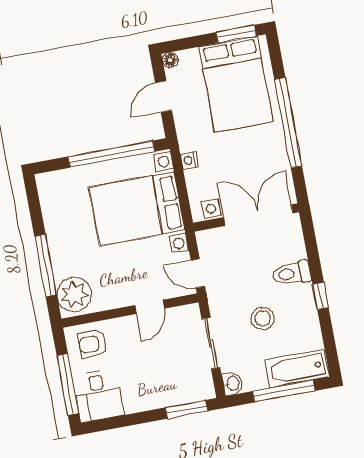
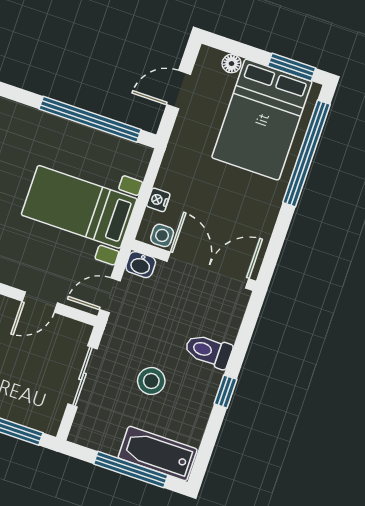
floor lamp: (170, 60) -> (231, 64), moved
window: (288, 123) -> (306, 153), moved
nightstand: (189, 160) -> (158, 200), moved
bed with nightstands: (137, 209) -> (79, 207), width x0.73
door: (198, 273) -> (110, 295), hinge flipped
washbasin: (232, 383) -> (141, 265), moved, turned 90

